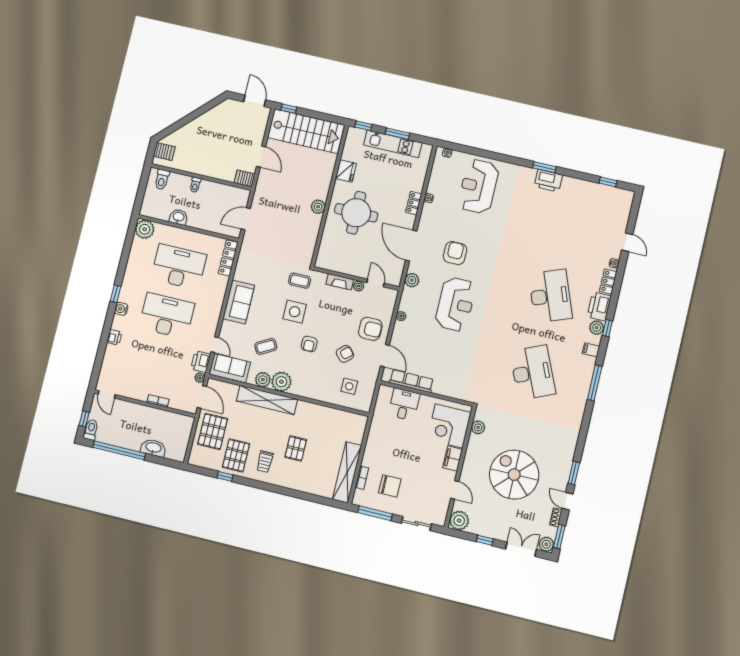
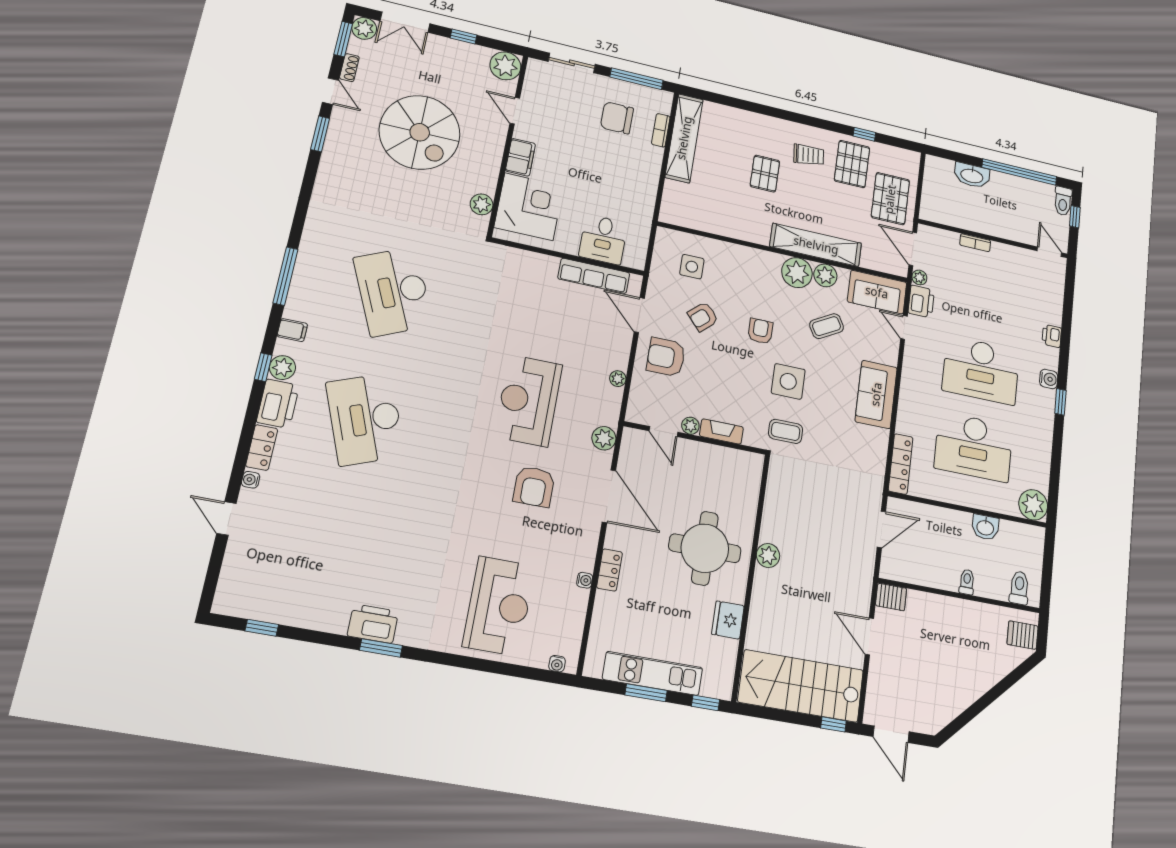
trolley: (265, 462) -> (809, 155), turned 84

